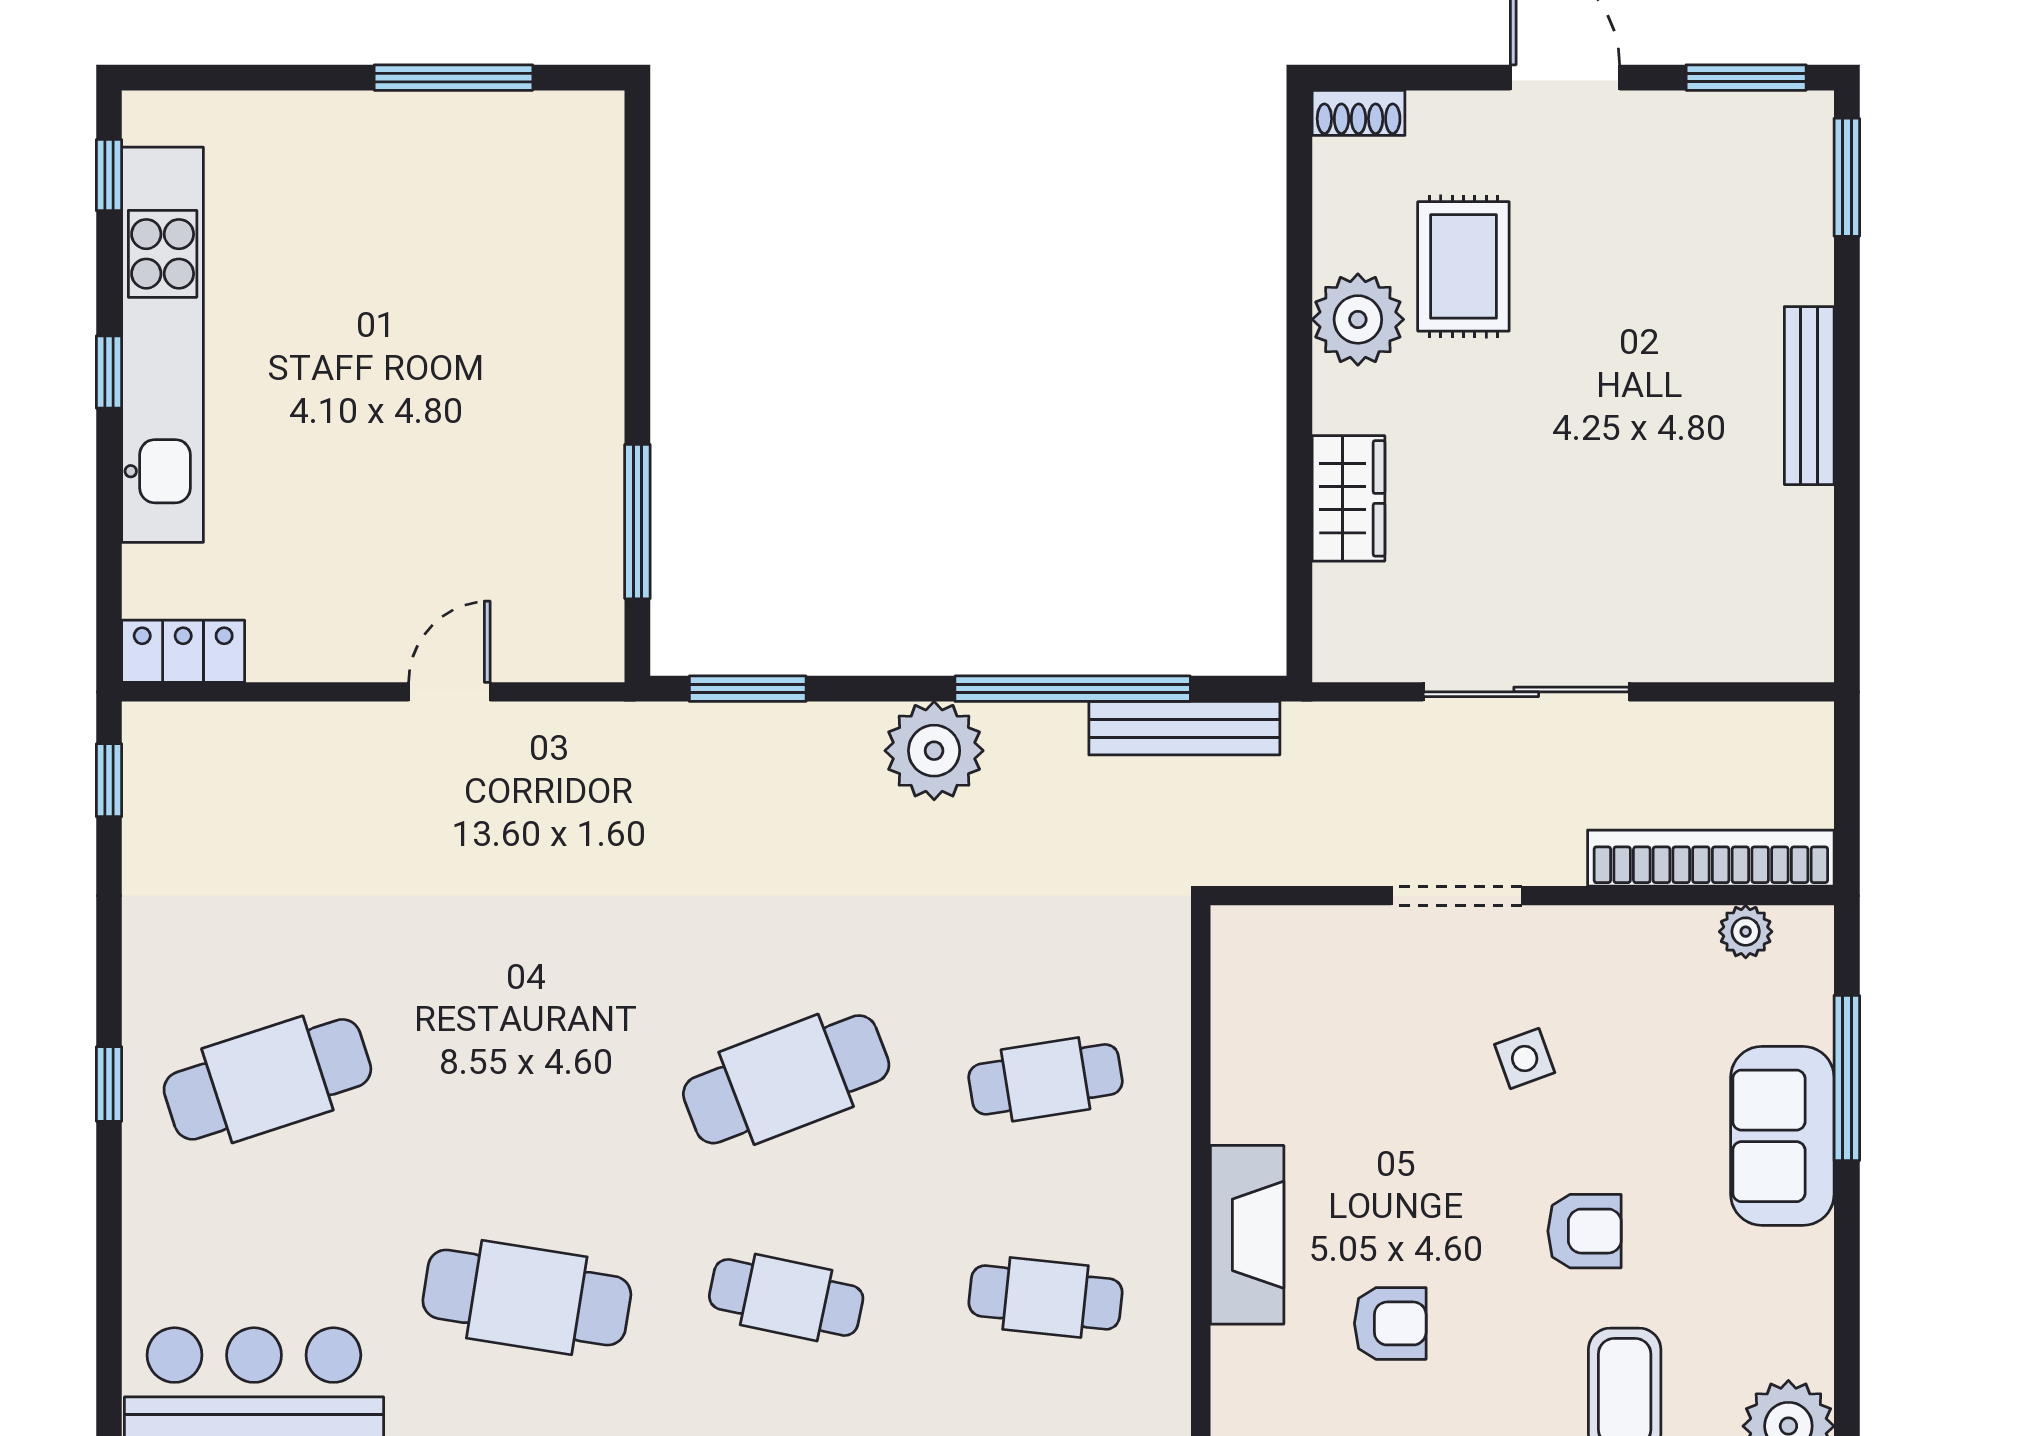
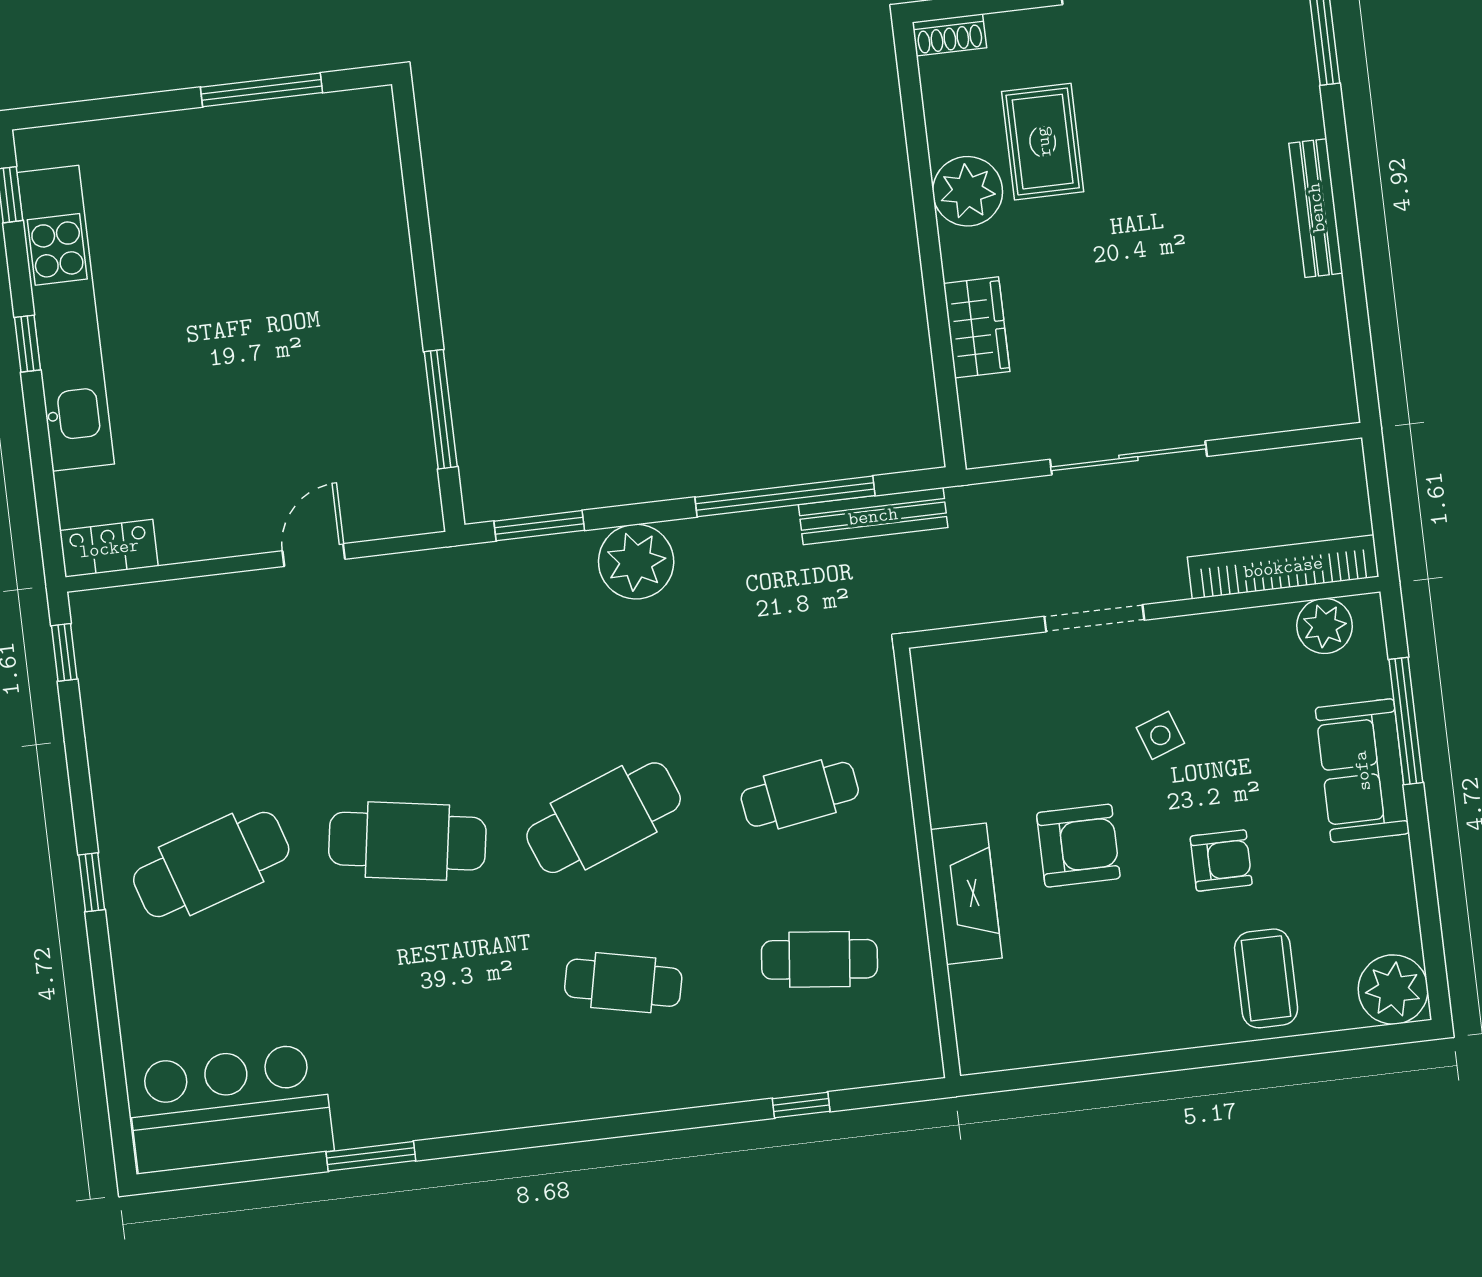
plant: (934, 751) -> (636, 562), moved
plant: (1746, 932) -> (1325, 626), width x1.38, depth x1.38
cafe table: (527, 1297) -> (407, 841), moved
armchair: (1390, 1323) -> (1078, 846), moved, width x1.38, depth x1.38

